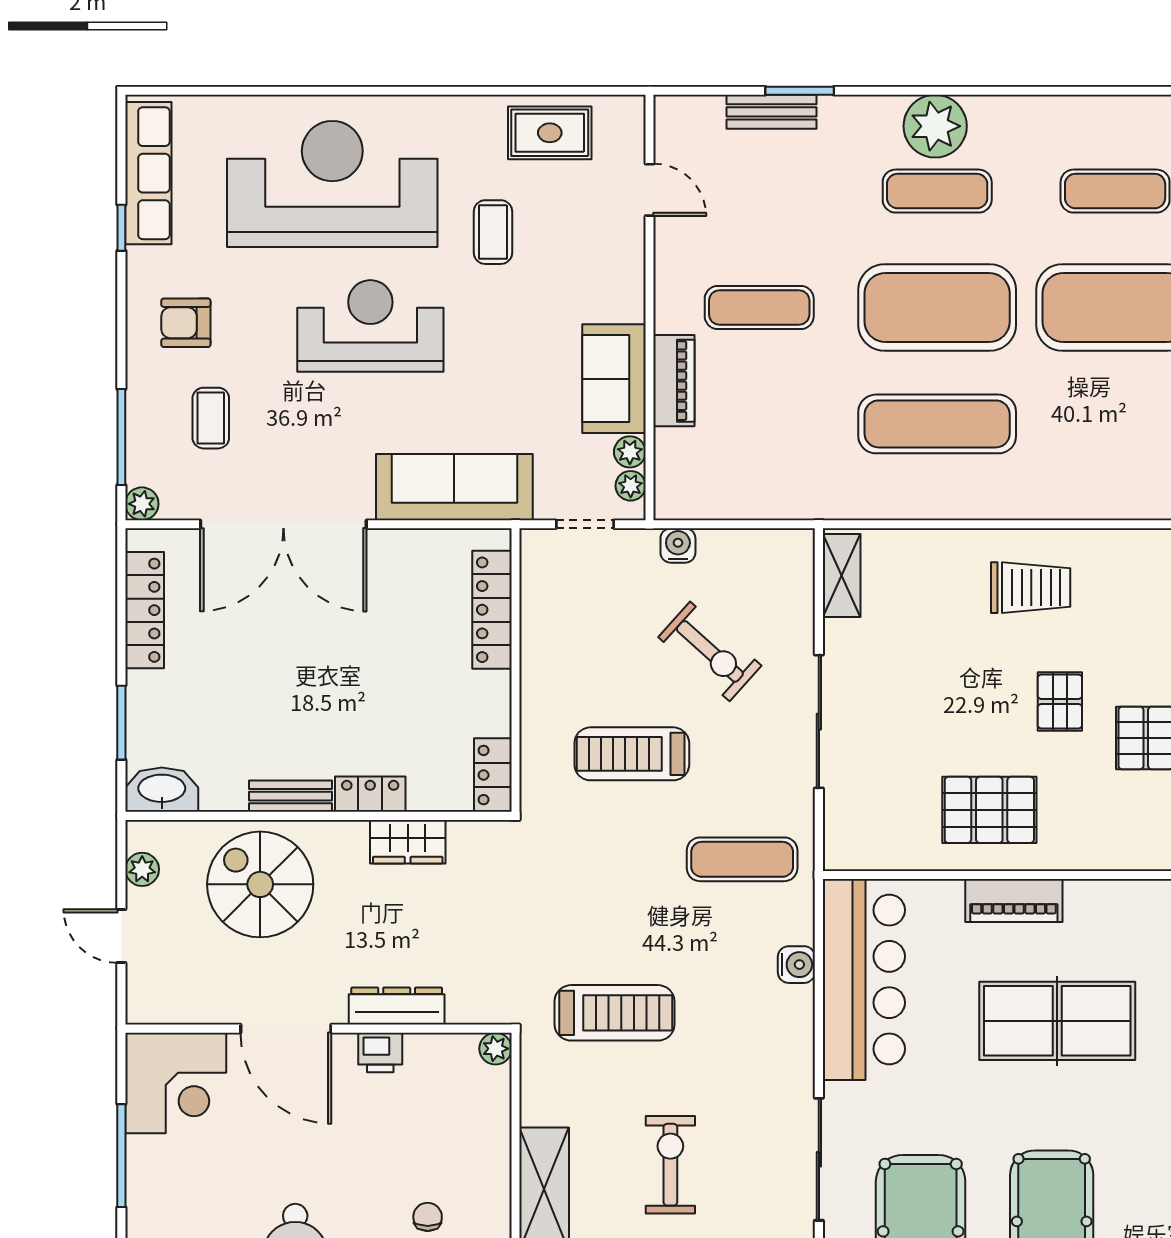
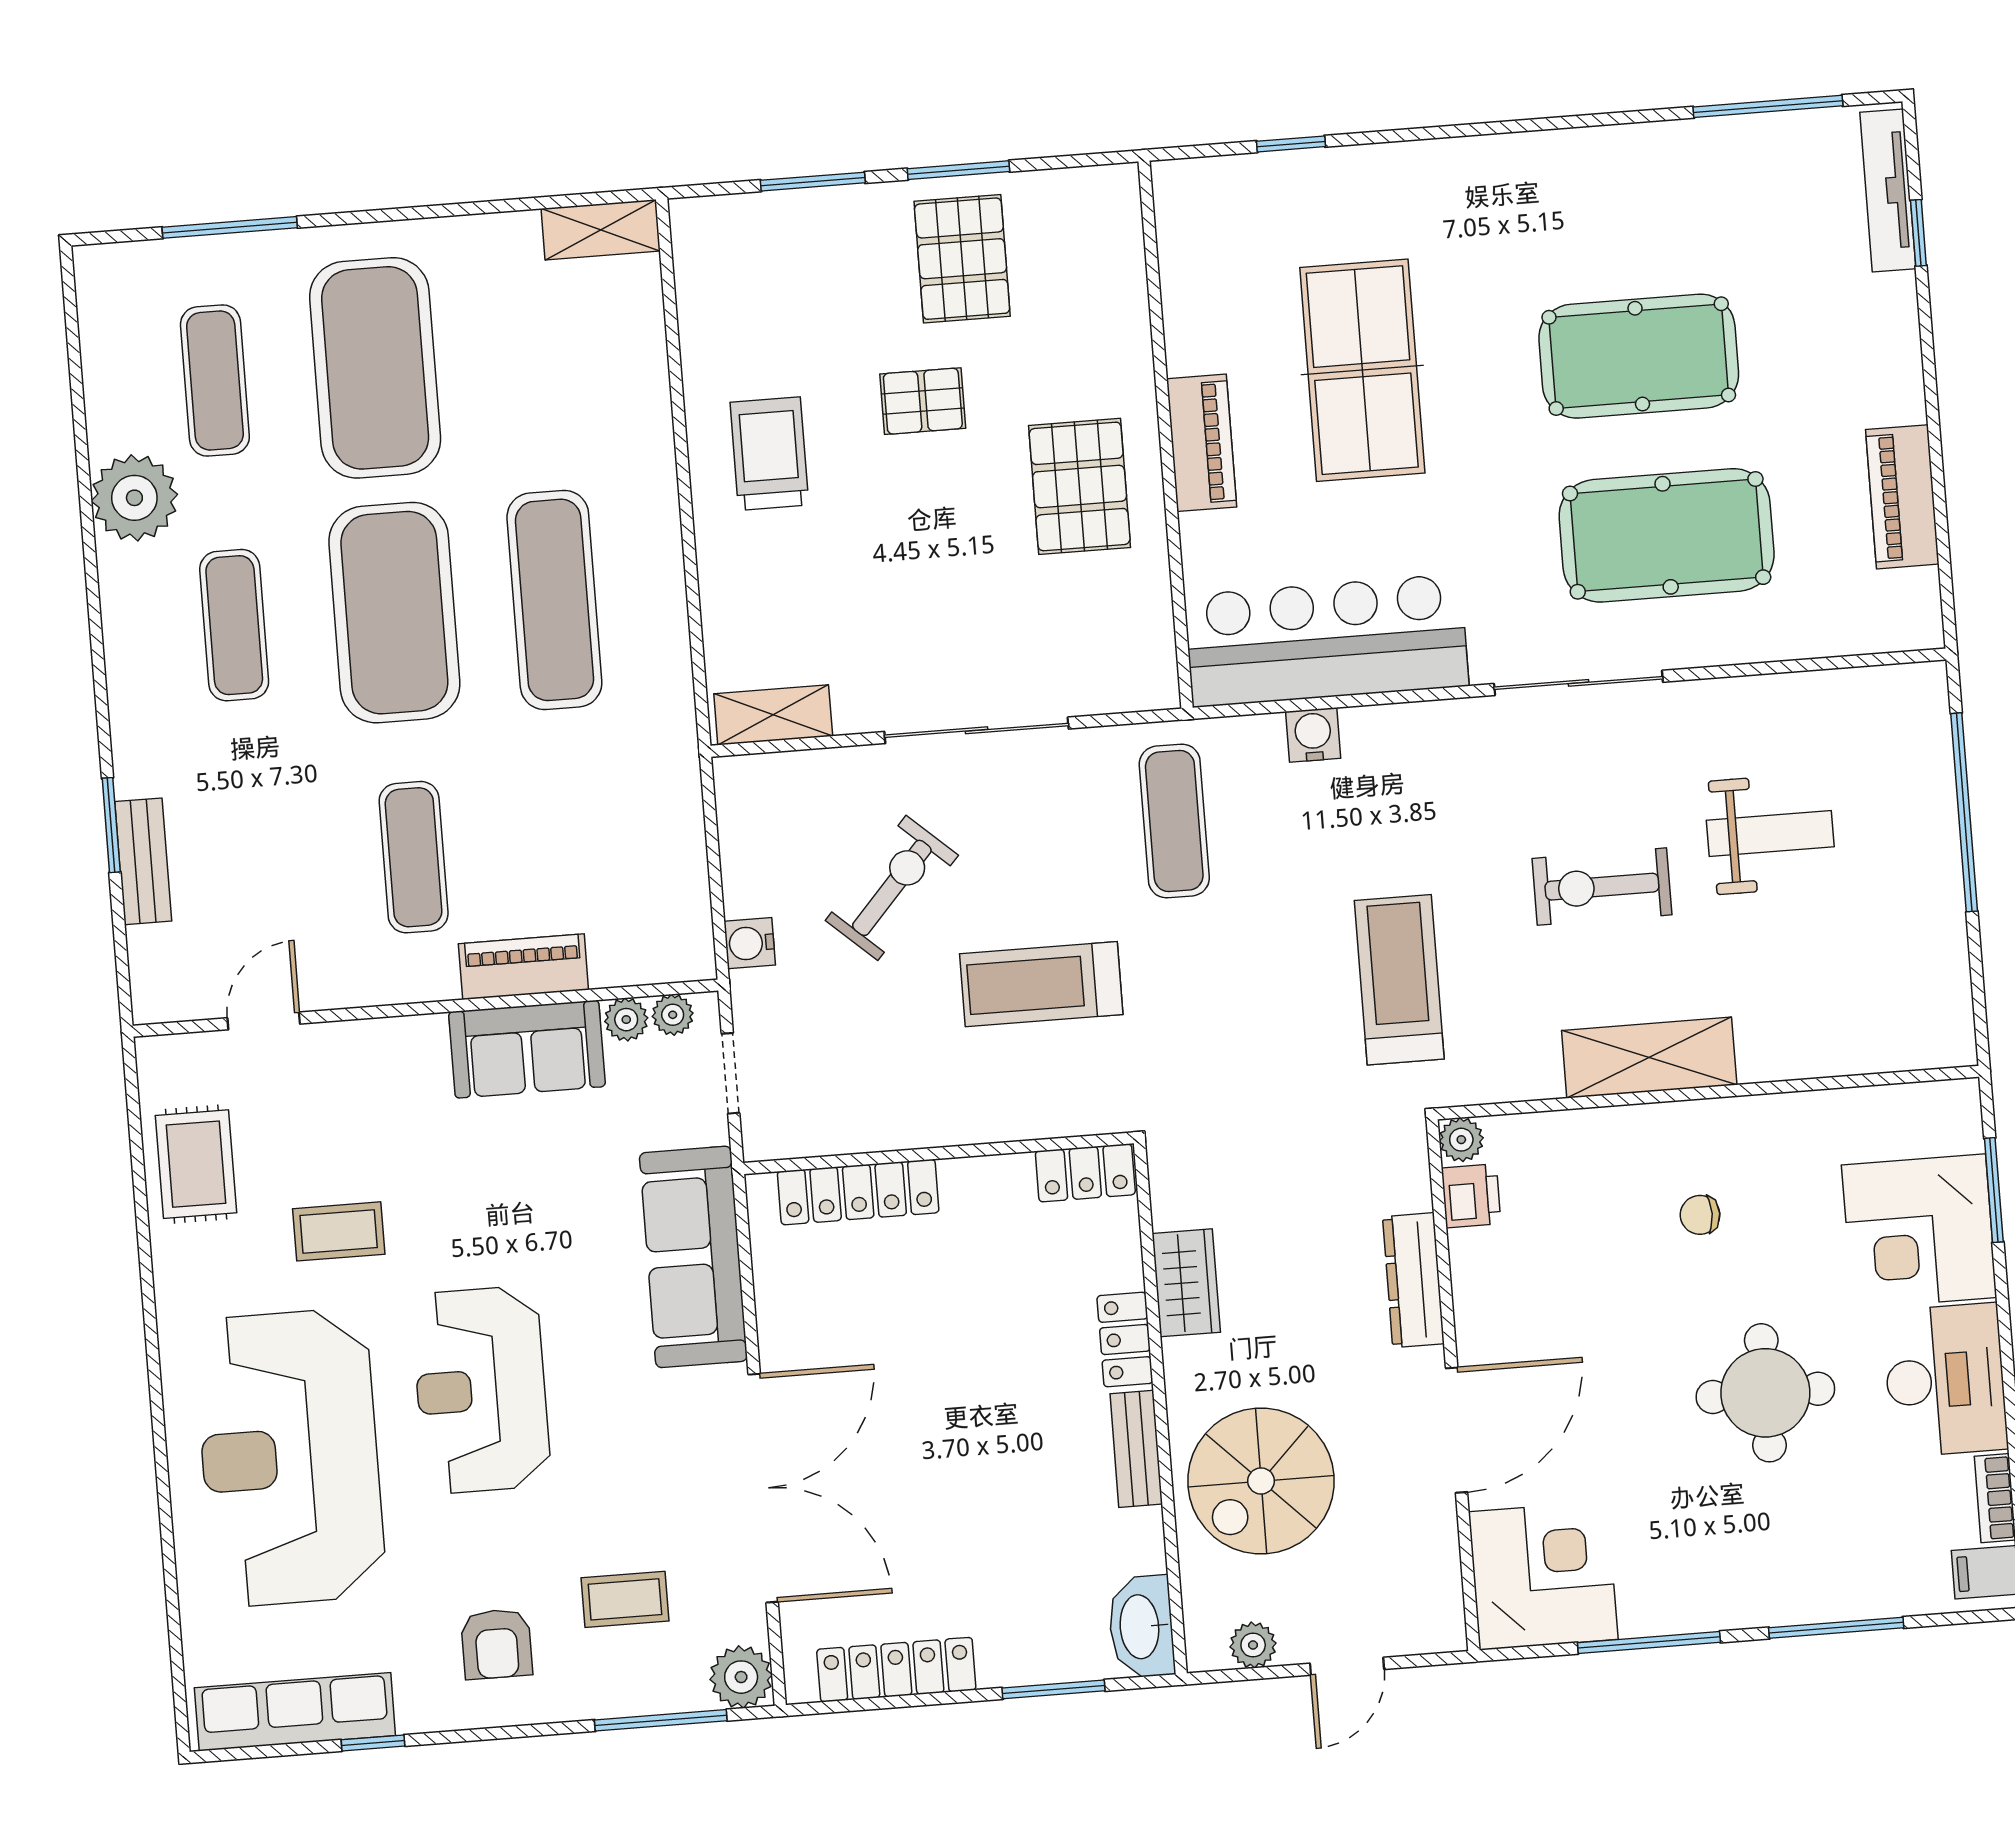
plant: (935, 126) -> (134, 498), moved
plant: (142, 504) -> (741, 1677), width x1.38, depth x1.38
treadmill: (632, 754) -> (1041, 984), turned 90
printer: (380, 1053) -> (1471, 1196), moved

